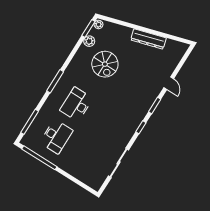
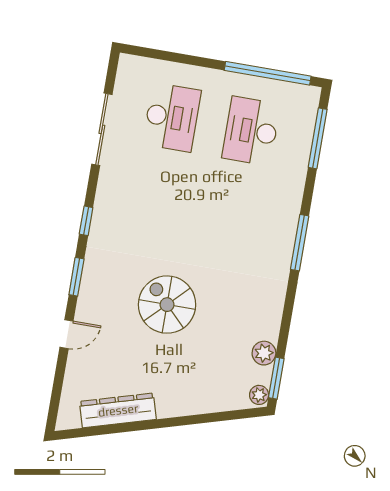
dresser: (148, 39) -> (118, 410), moved
spiral stairs: (105, 64) -> (167, 305), moved
door: (169, 83) -> (67, 334), swing flipped
desk: (76, 104) -> (172, 117), moved

